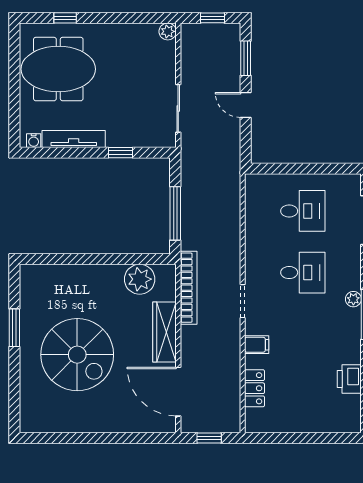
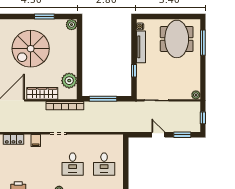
window: (65, 18) -> (203, 43), width x2.17
door: (246, 105) -> (158, 135), hinge flipped
plant: (30, 275) -> (72, 25), added

